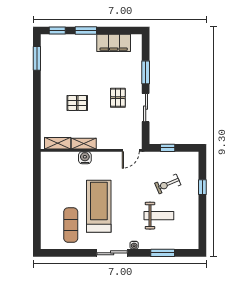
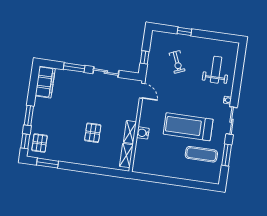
filing cabinet: (114, 43) -> (45, 82), moved
pallet: (118, 98) -> (40, 143), moved, turned 90
weight bench: (159, 216) -> (216, 70), moved
window: (163, 253) -> (227, 155), moved

